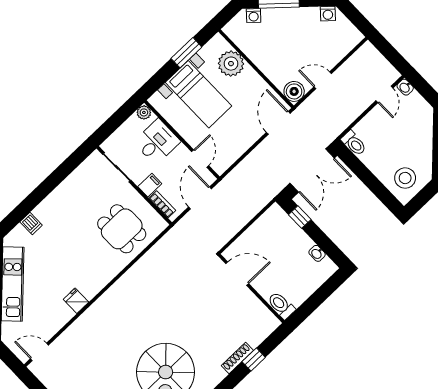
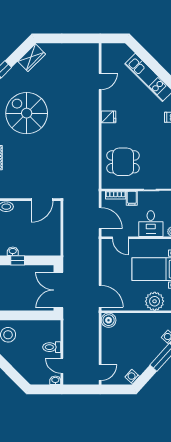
door: (323, 80) -> (100, 372), moved
toilet: (354, 143) -> (52, 347), moved
window: (300, 217) -> (18, 260), moved
fridge: (76, 301) -> (108, 117), moved
door: (39, 352) -> (100, 81), moved

